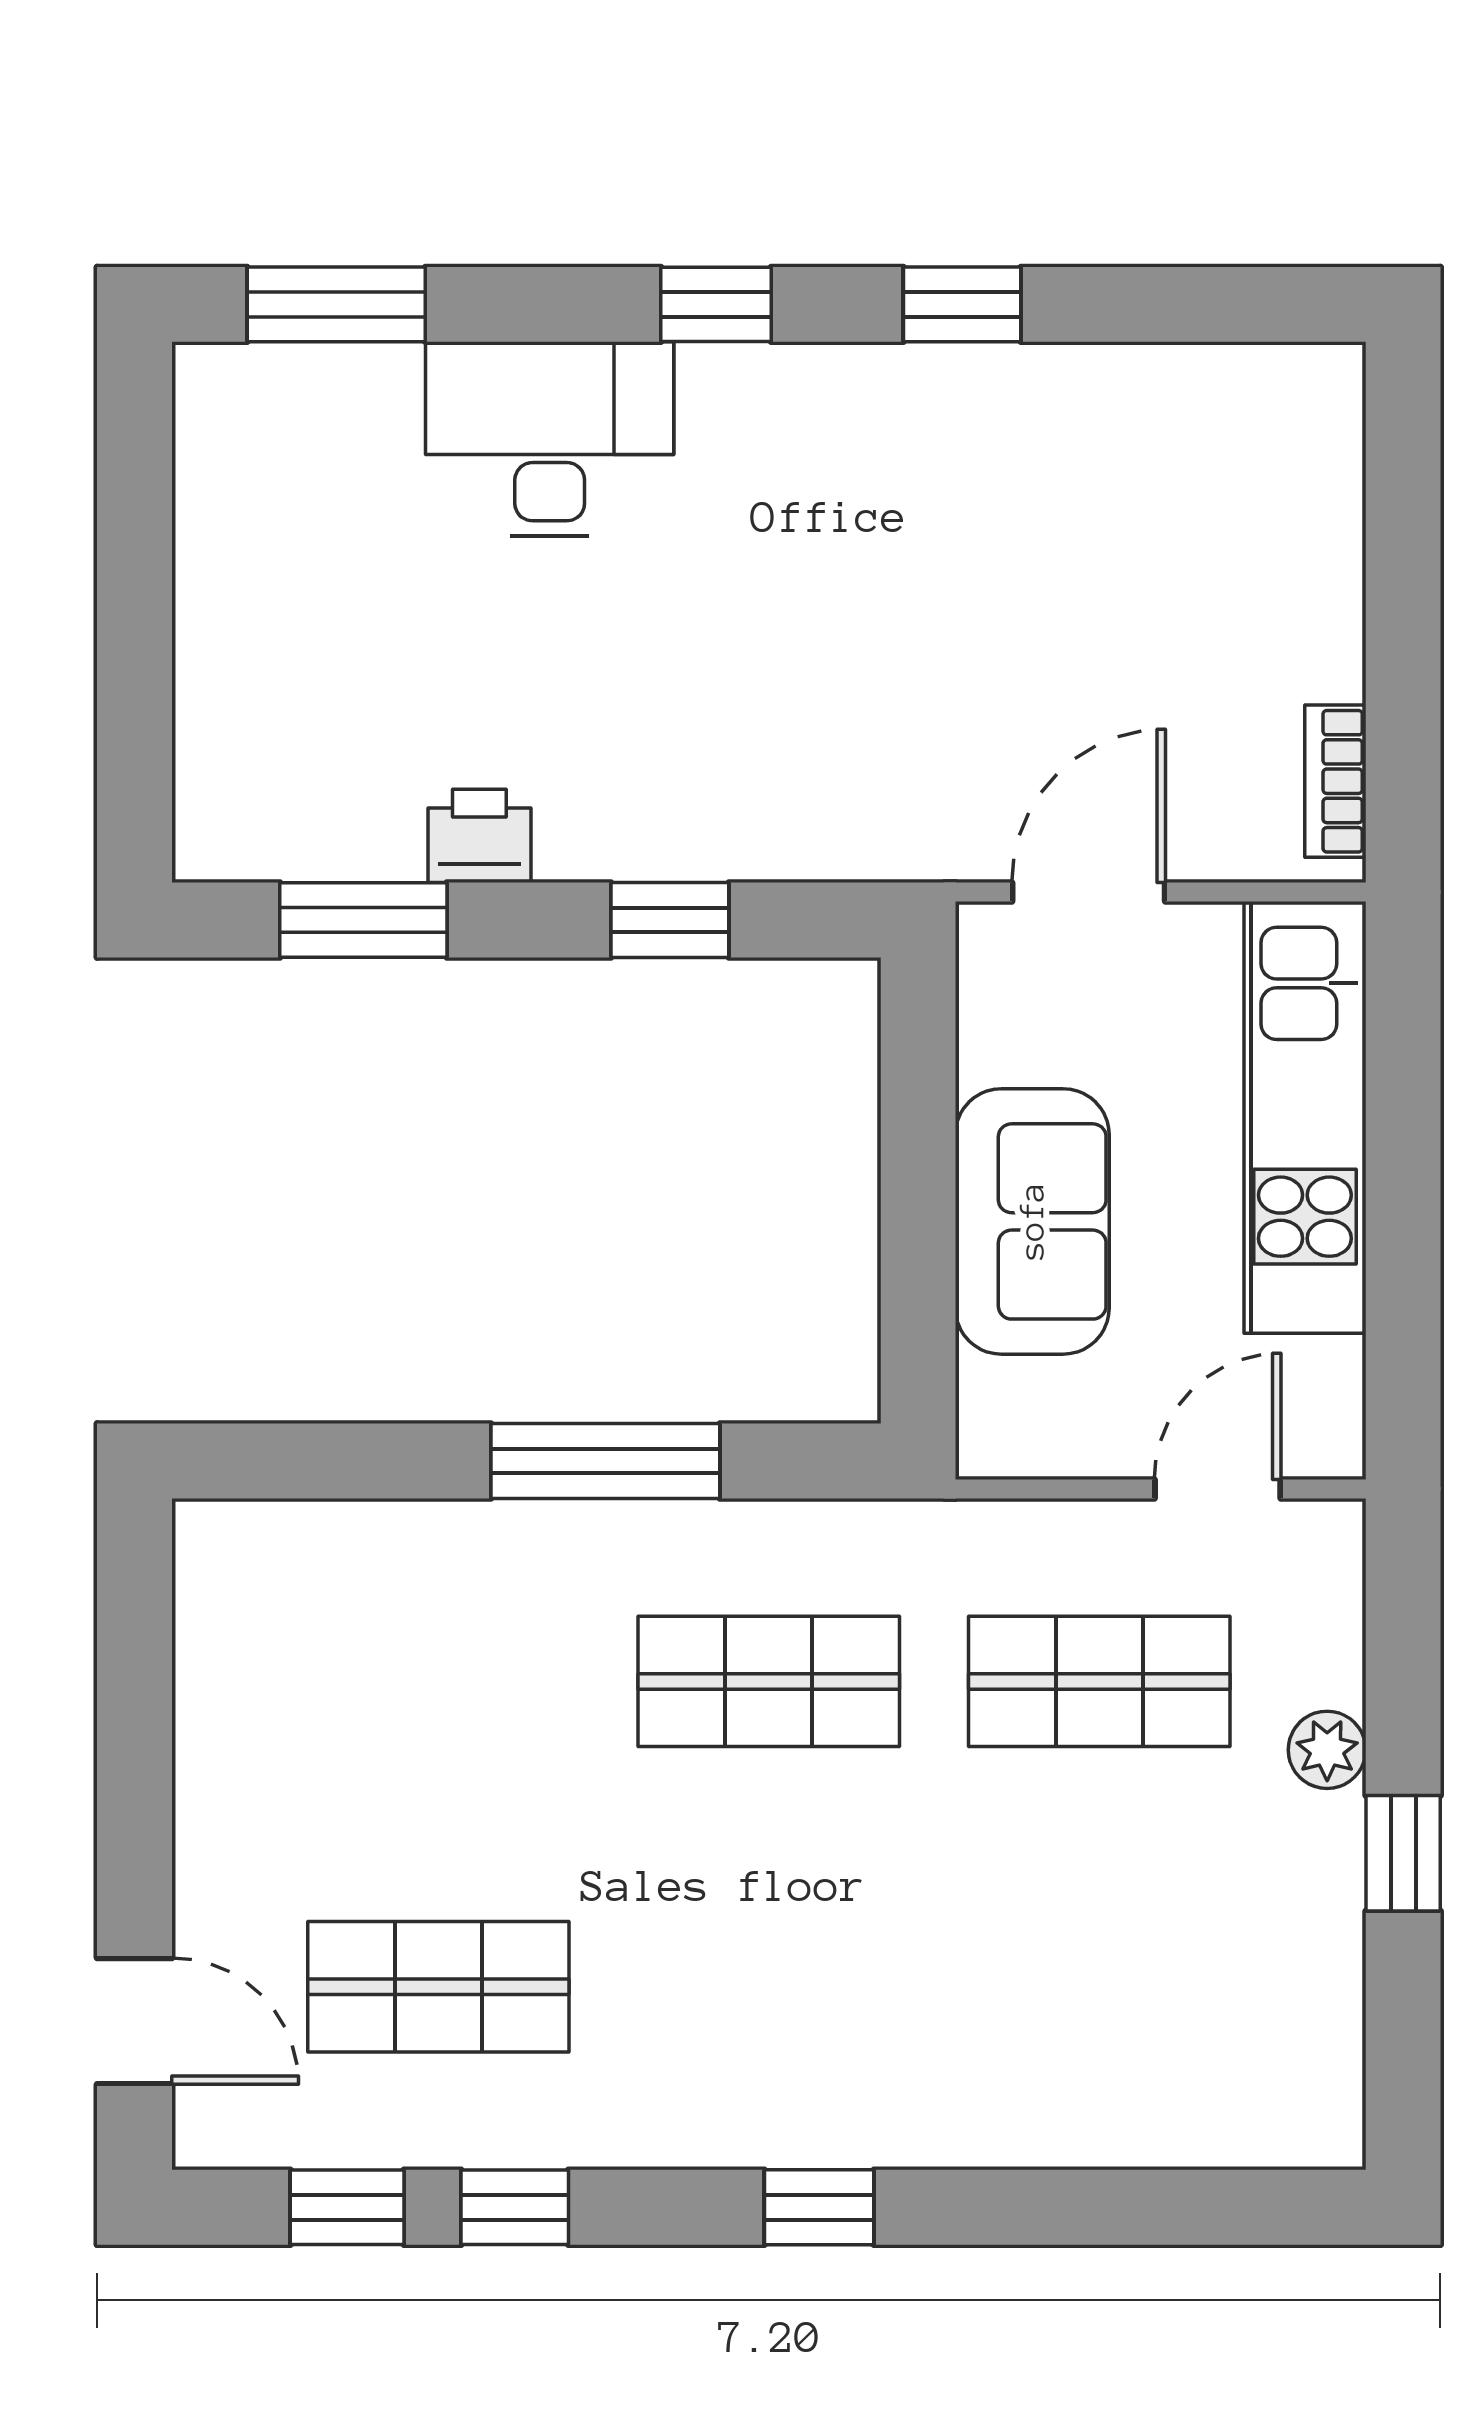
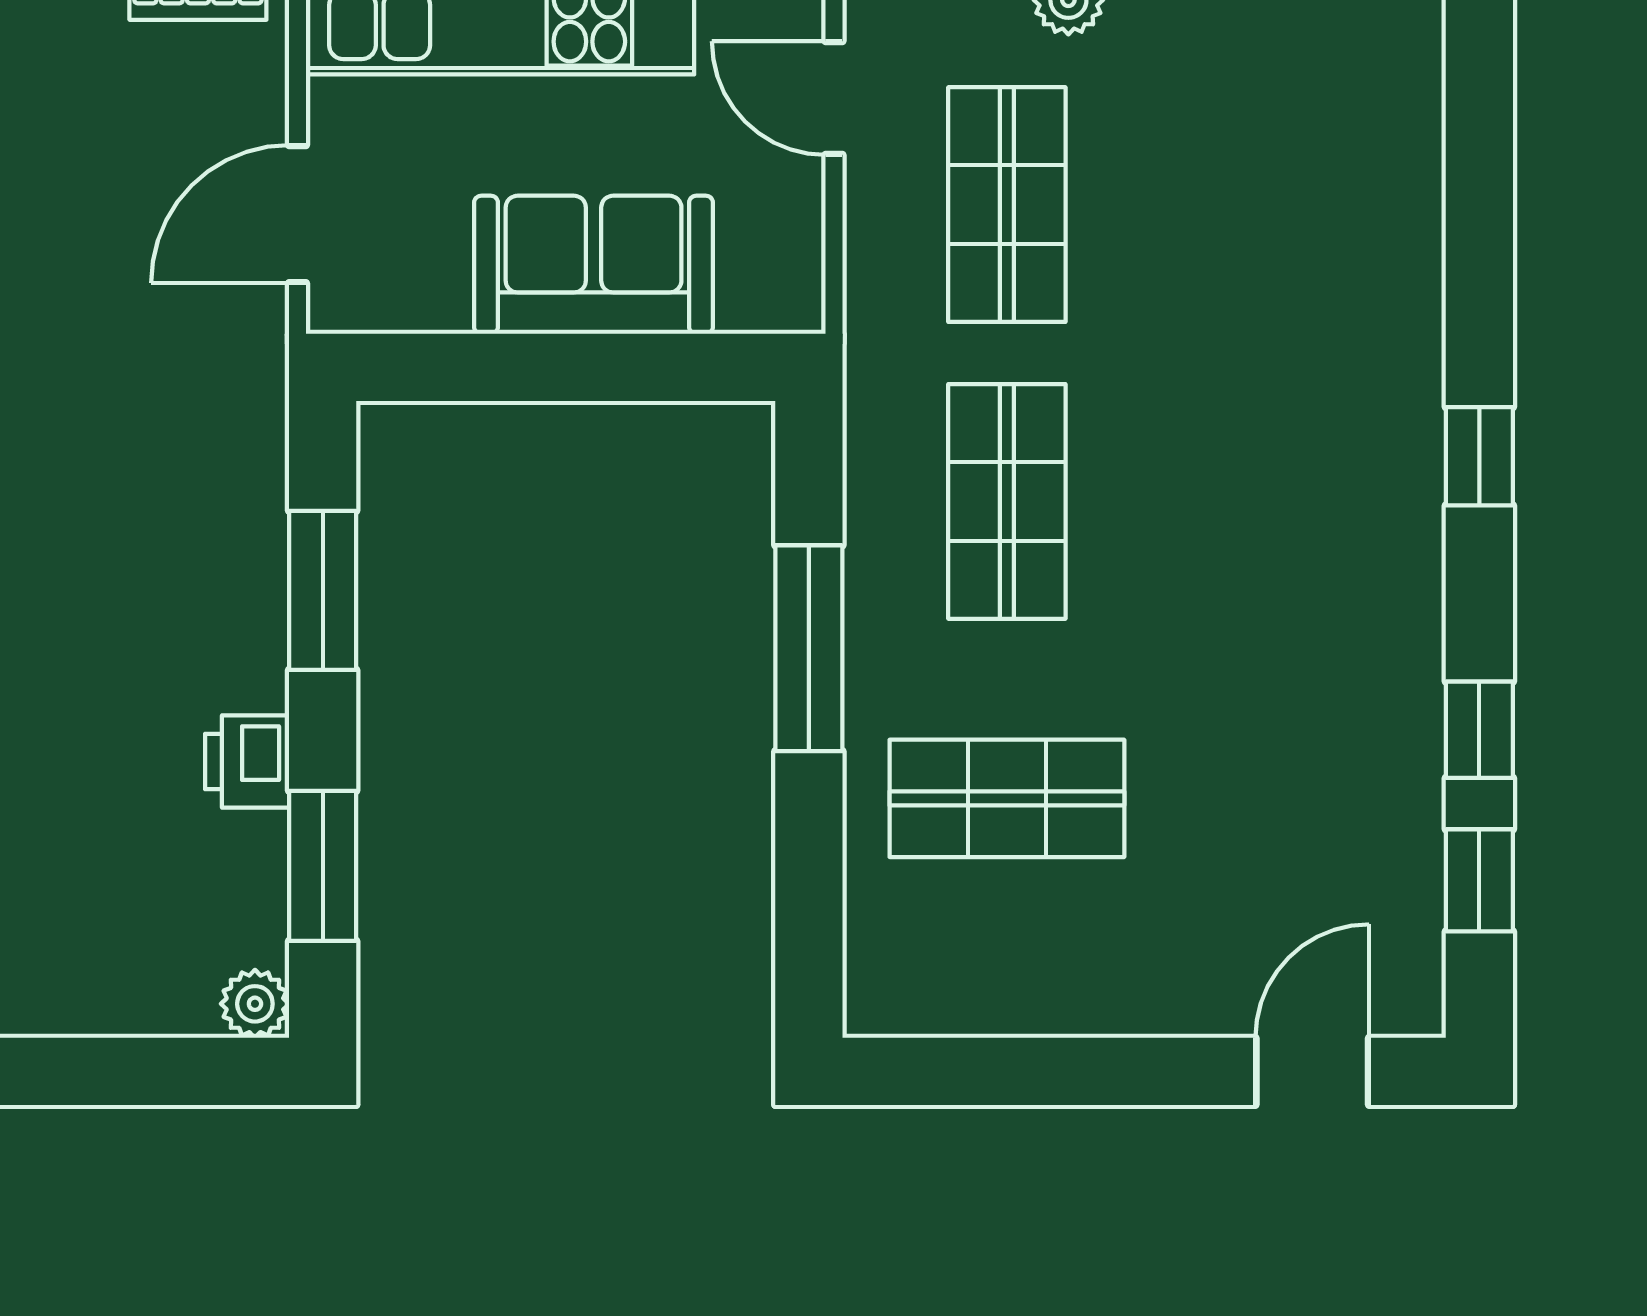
plant: (210, 845) -> (255, 1004), added
door: (1089, 892) -> (297, 214), hinge flipped
window: (670, 920) -> (323, 590), width x1.50
shop shelf: (438, 1987) -> (1007, 798), moved, turned 90

